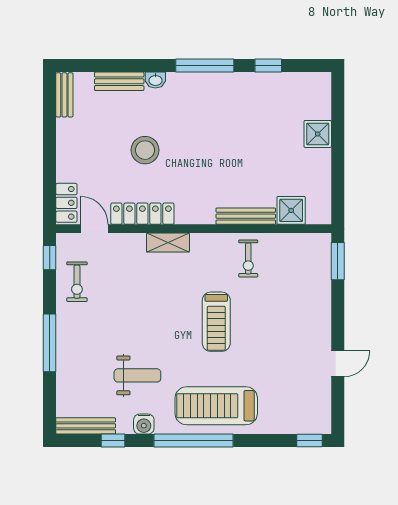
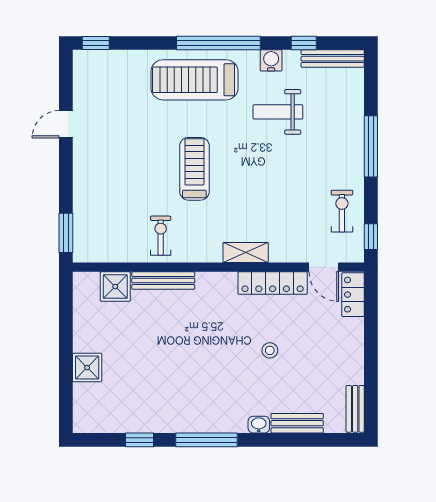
stool: (145, 150) -> (270, 350), width x0.53, depth x0.53
treadmill: (216, 406) -> (194, 80), turned 180

